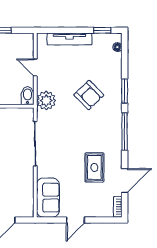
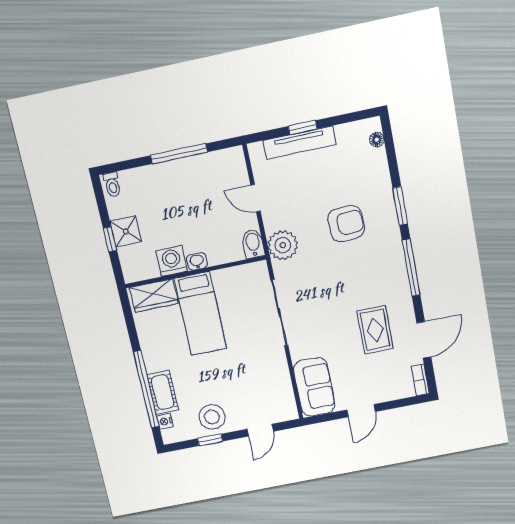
window: (102, 30) -> (303, 127), moved
armchair: (89, 95) -> (346, 224), turned -49

